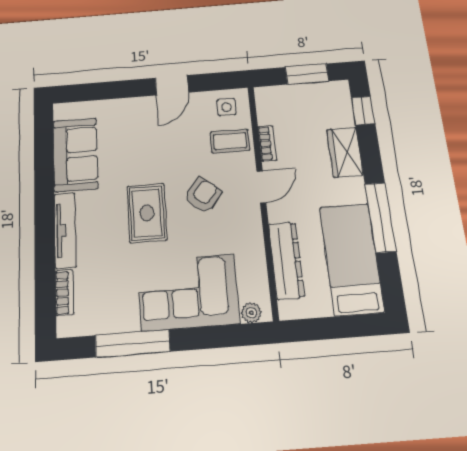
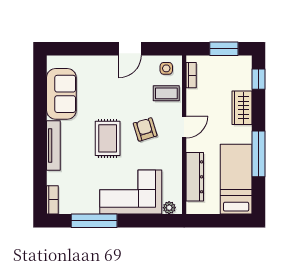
bookcase: (267, 143) -> (191, 75), moved
armchair: (203, 195) -> (145, 129), turned -56
bookcase: (65, 292) -> (52, 200), moved

